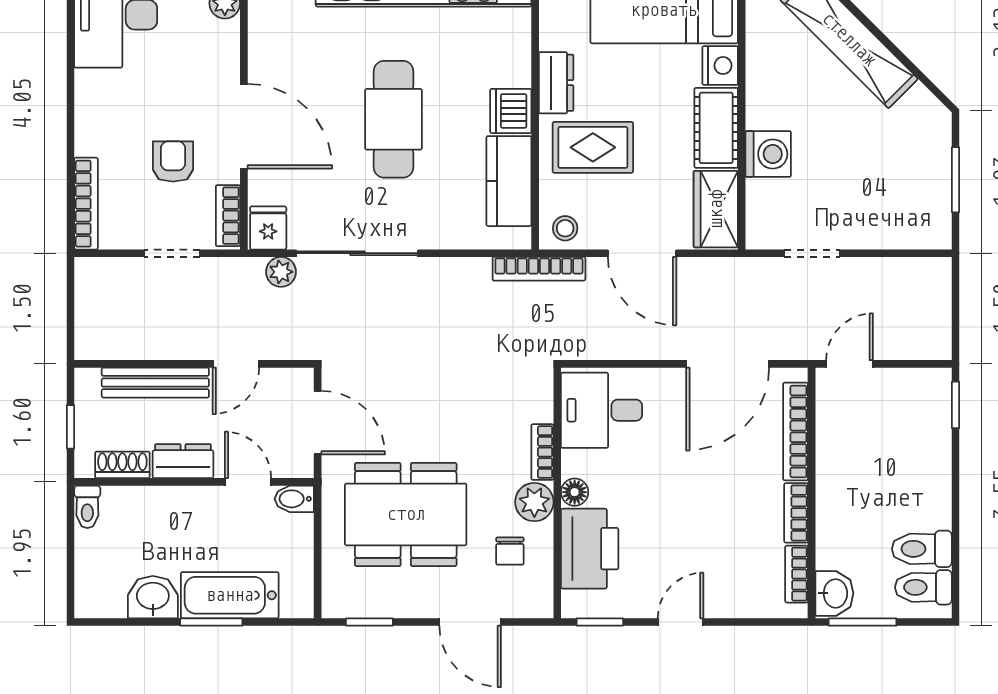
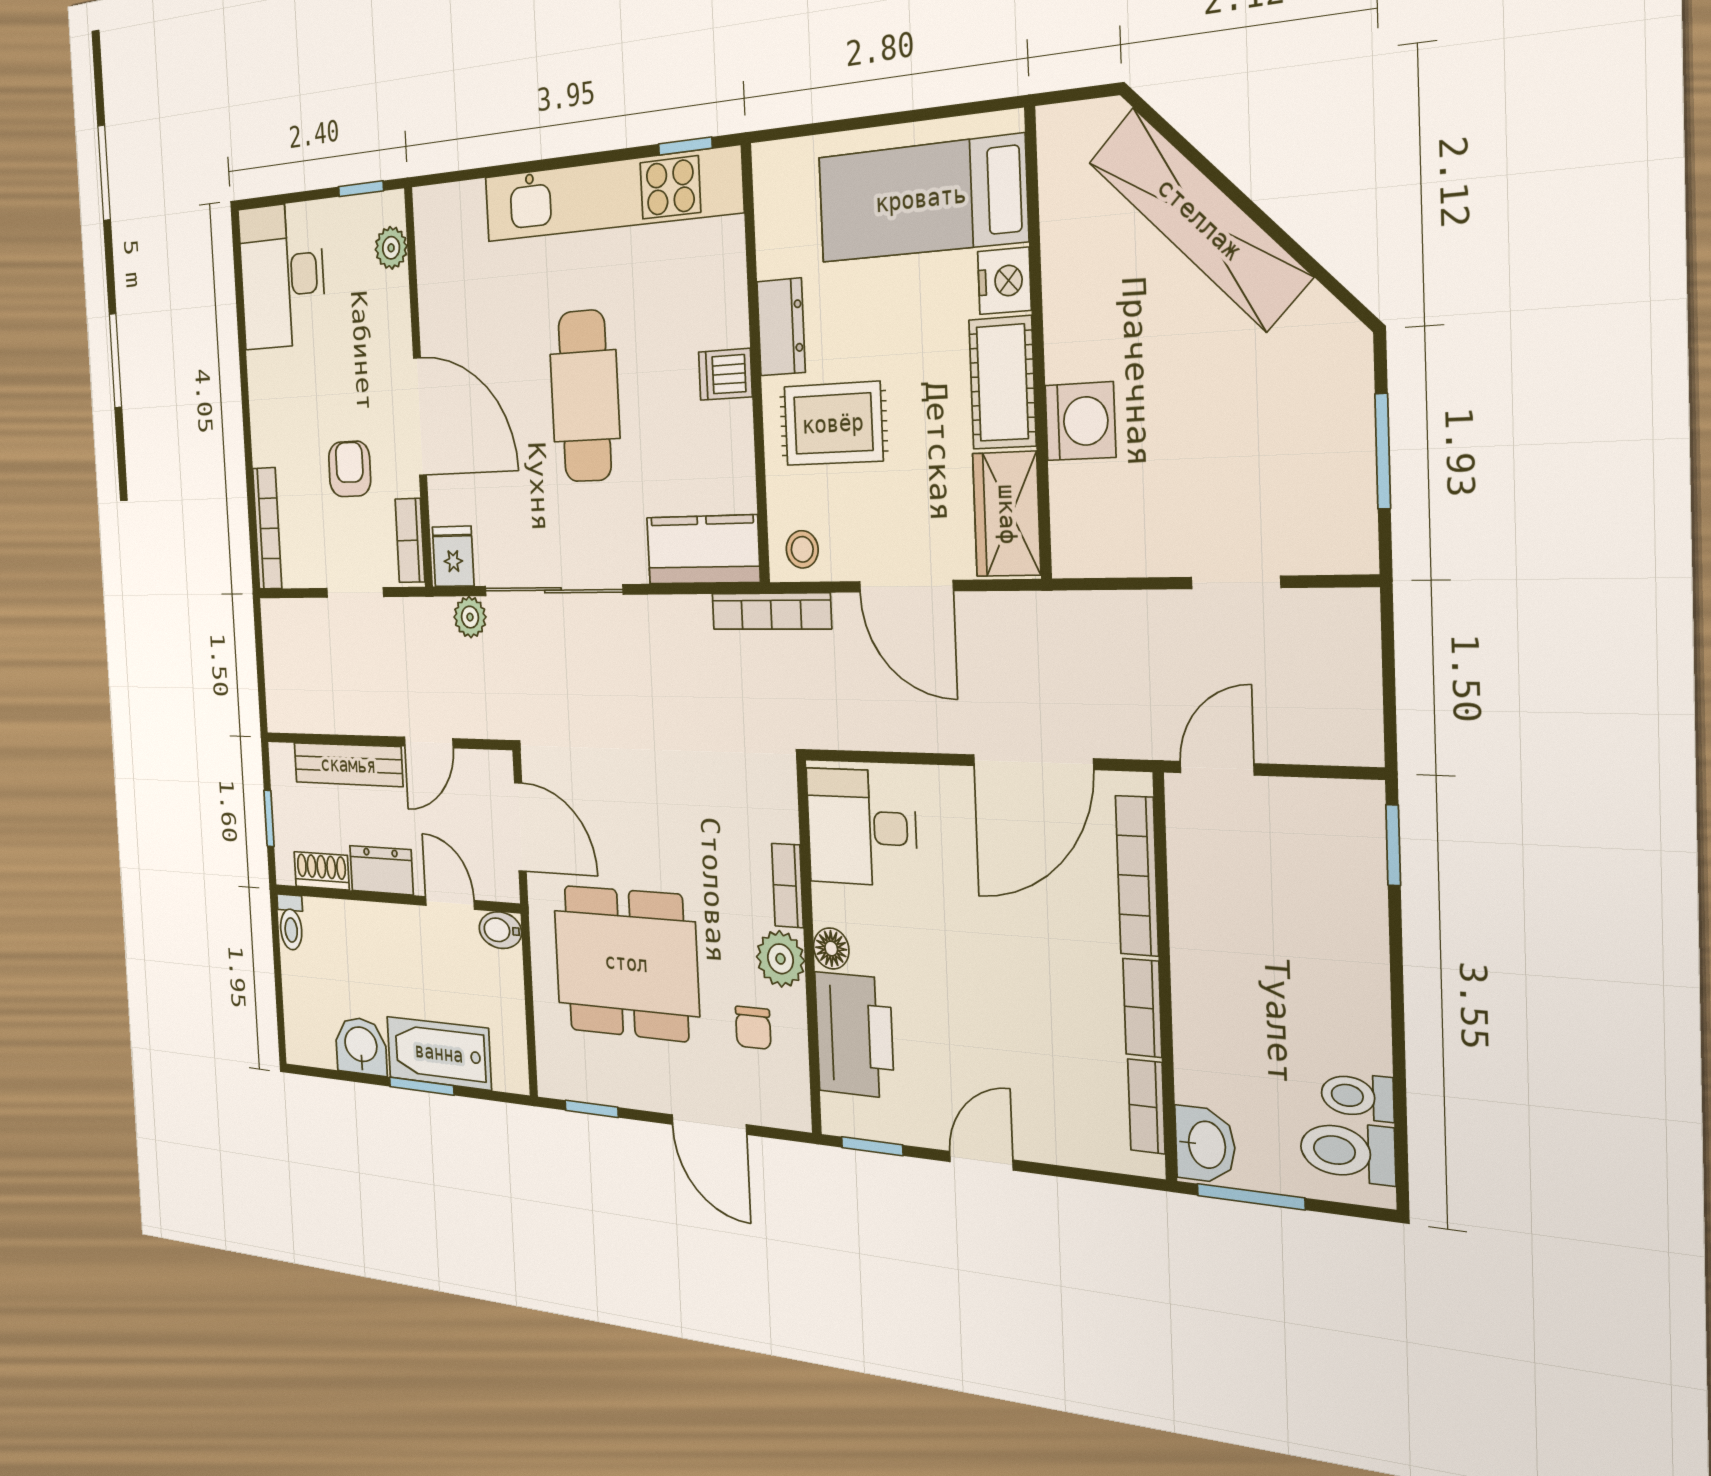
dishwasher: (511, 111) -> (725, 374), width x0.73
kitchen counter: (509, 181) -> (703, 550), moved, turned 90
doorway: (812, 253) -> (1236, 582), moved
toilet: (922, 549) -> (1357, 1096), width x0.73, depth x0.72

